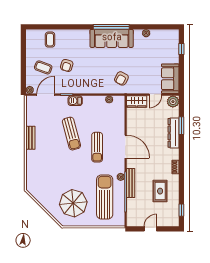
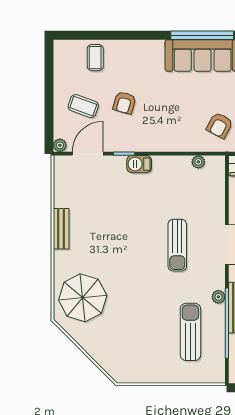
sun lounger: (71, 134) -> (133, 221), removed
sun lounger: (105, 197) -> (190, 332), width x0.73, depth x0.75
parasol: (73, 203) -> (83, 298), moved

